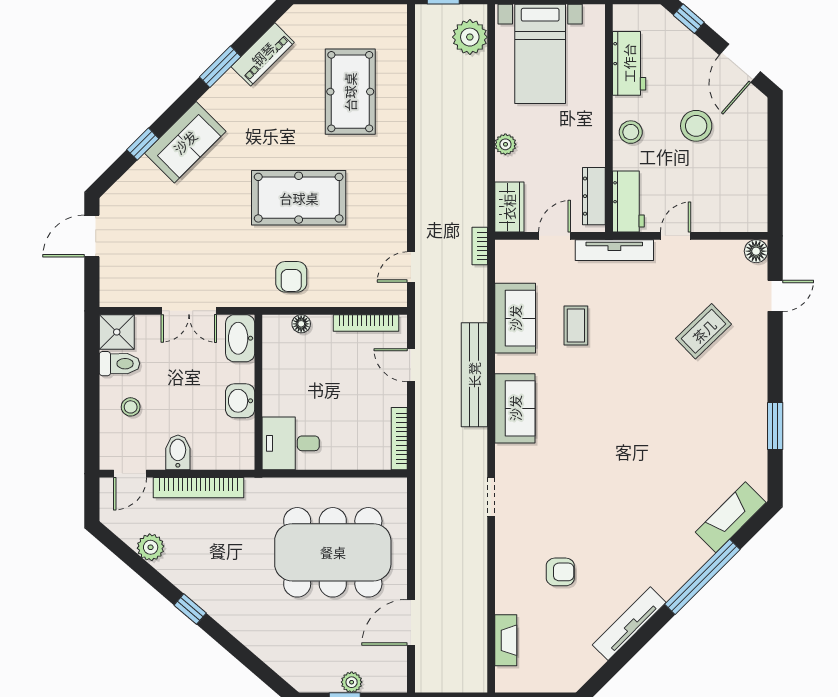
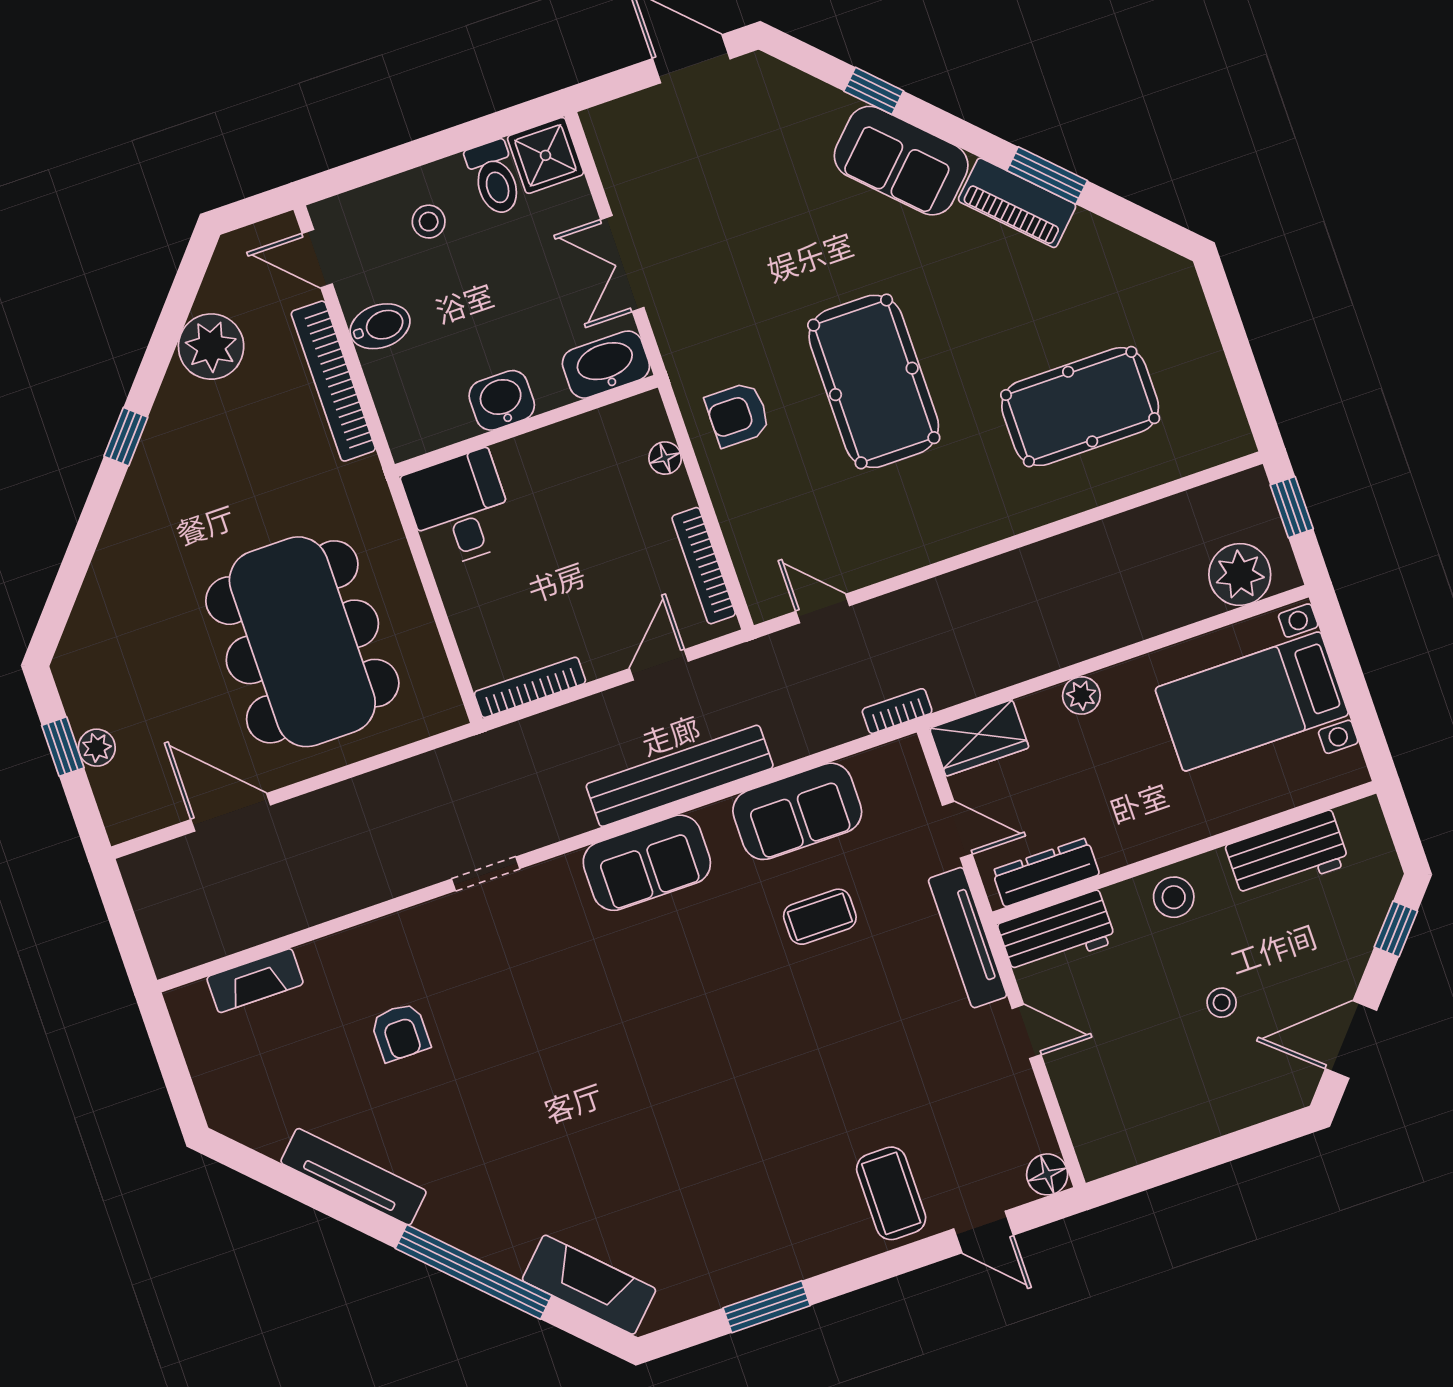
piano: (263, 54) -> (1017, 203), moved
stool: (696, 126) -> (1222, 1003), width x0.53, depth x0.53
coffee table: (704, 331) -> (891, 1193), moved, turned 44
plant: (151, 547) -> (211, 347), width x1.36, depth x1.36

